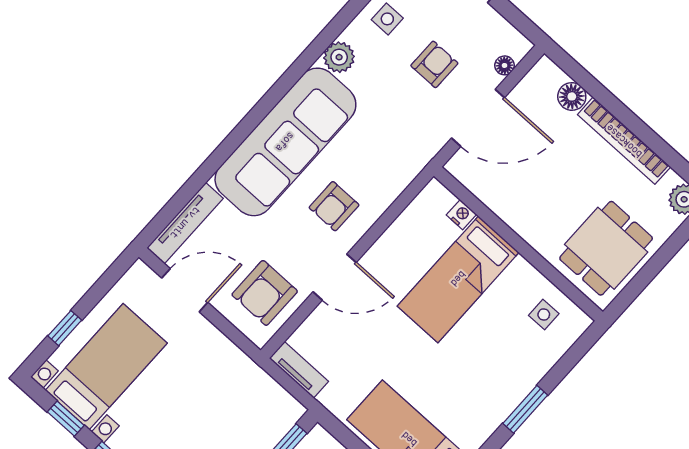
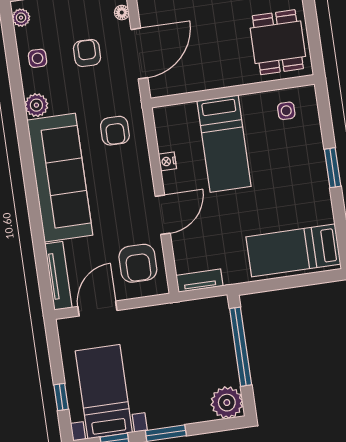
armchair: (334, 206) -> (115, 131), moved
nightstand: (461, 215) -> (167, 161), moved, turned -90

